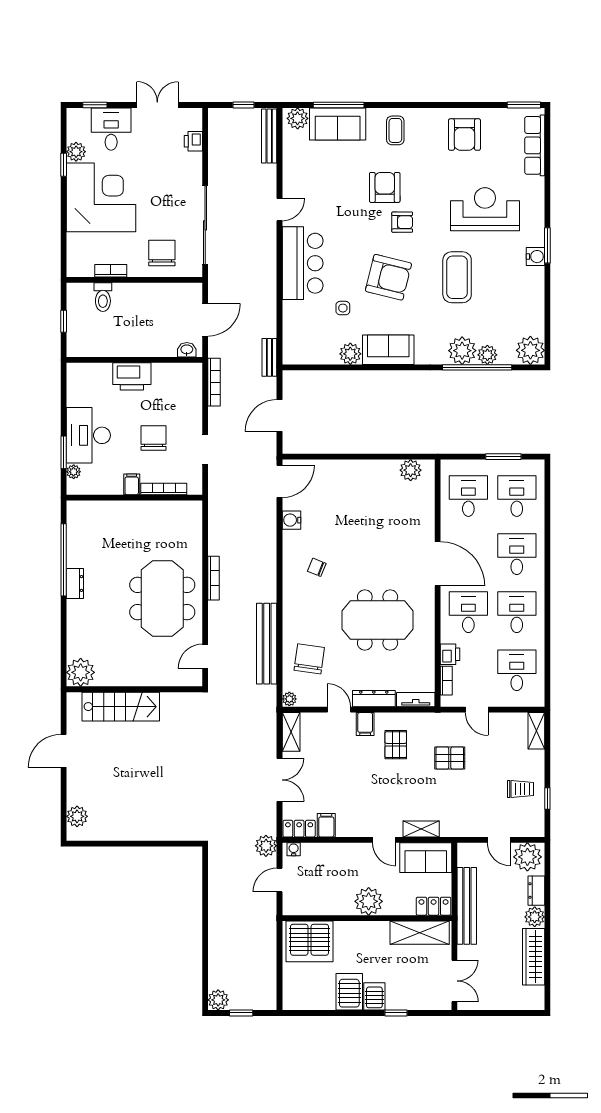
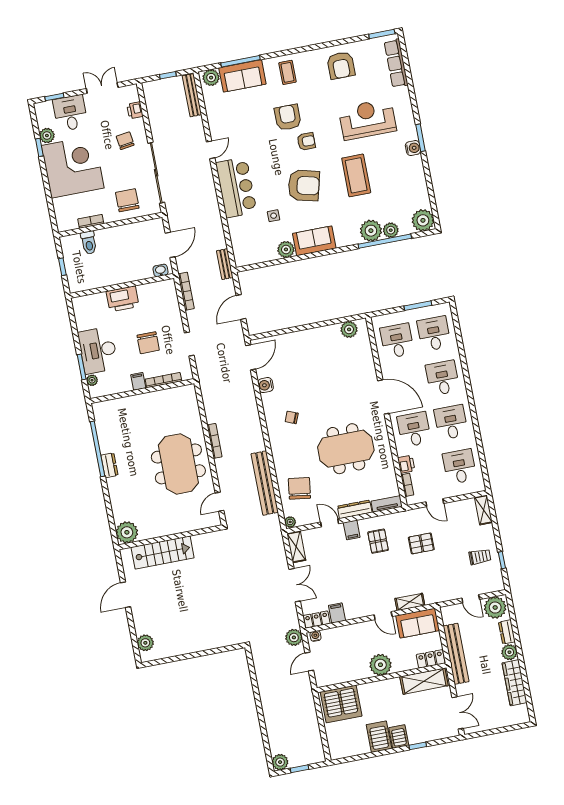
chair: (174, 177) -> (125, 141), added
chair: (154, 438) -> (148, 343), turned 180

